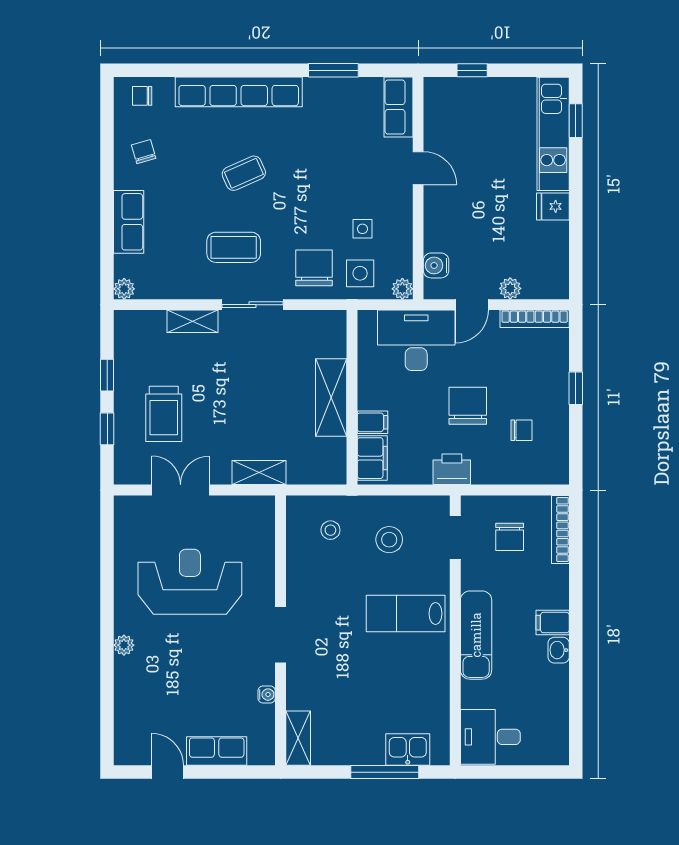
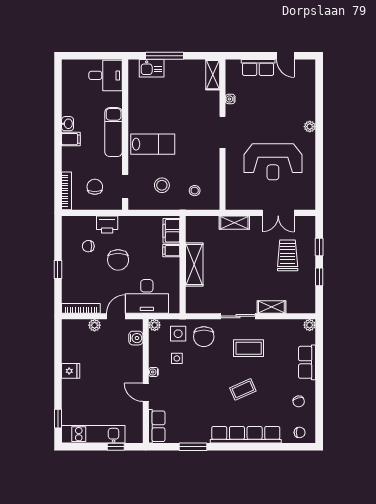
kitchen unit: (553, 134) -> (93, 434), moved, turned -90
water cooler: (404, 204) -> (153, 372), added
printer: (452, 469) -> (107, 225), moved

